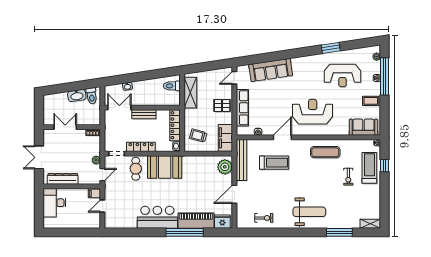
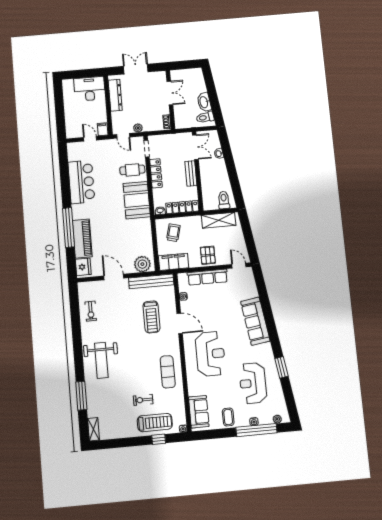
sofa: (271, 70) -> (255, 321), moved
bar counter: (157, 217) -> (81, 182), moved

